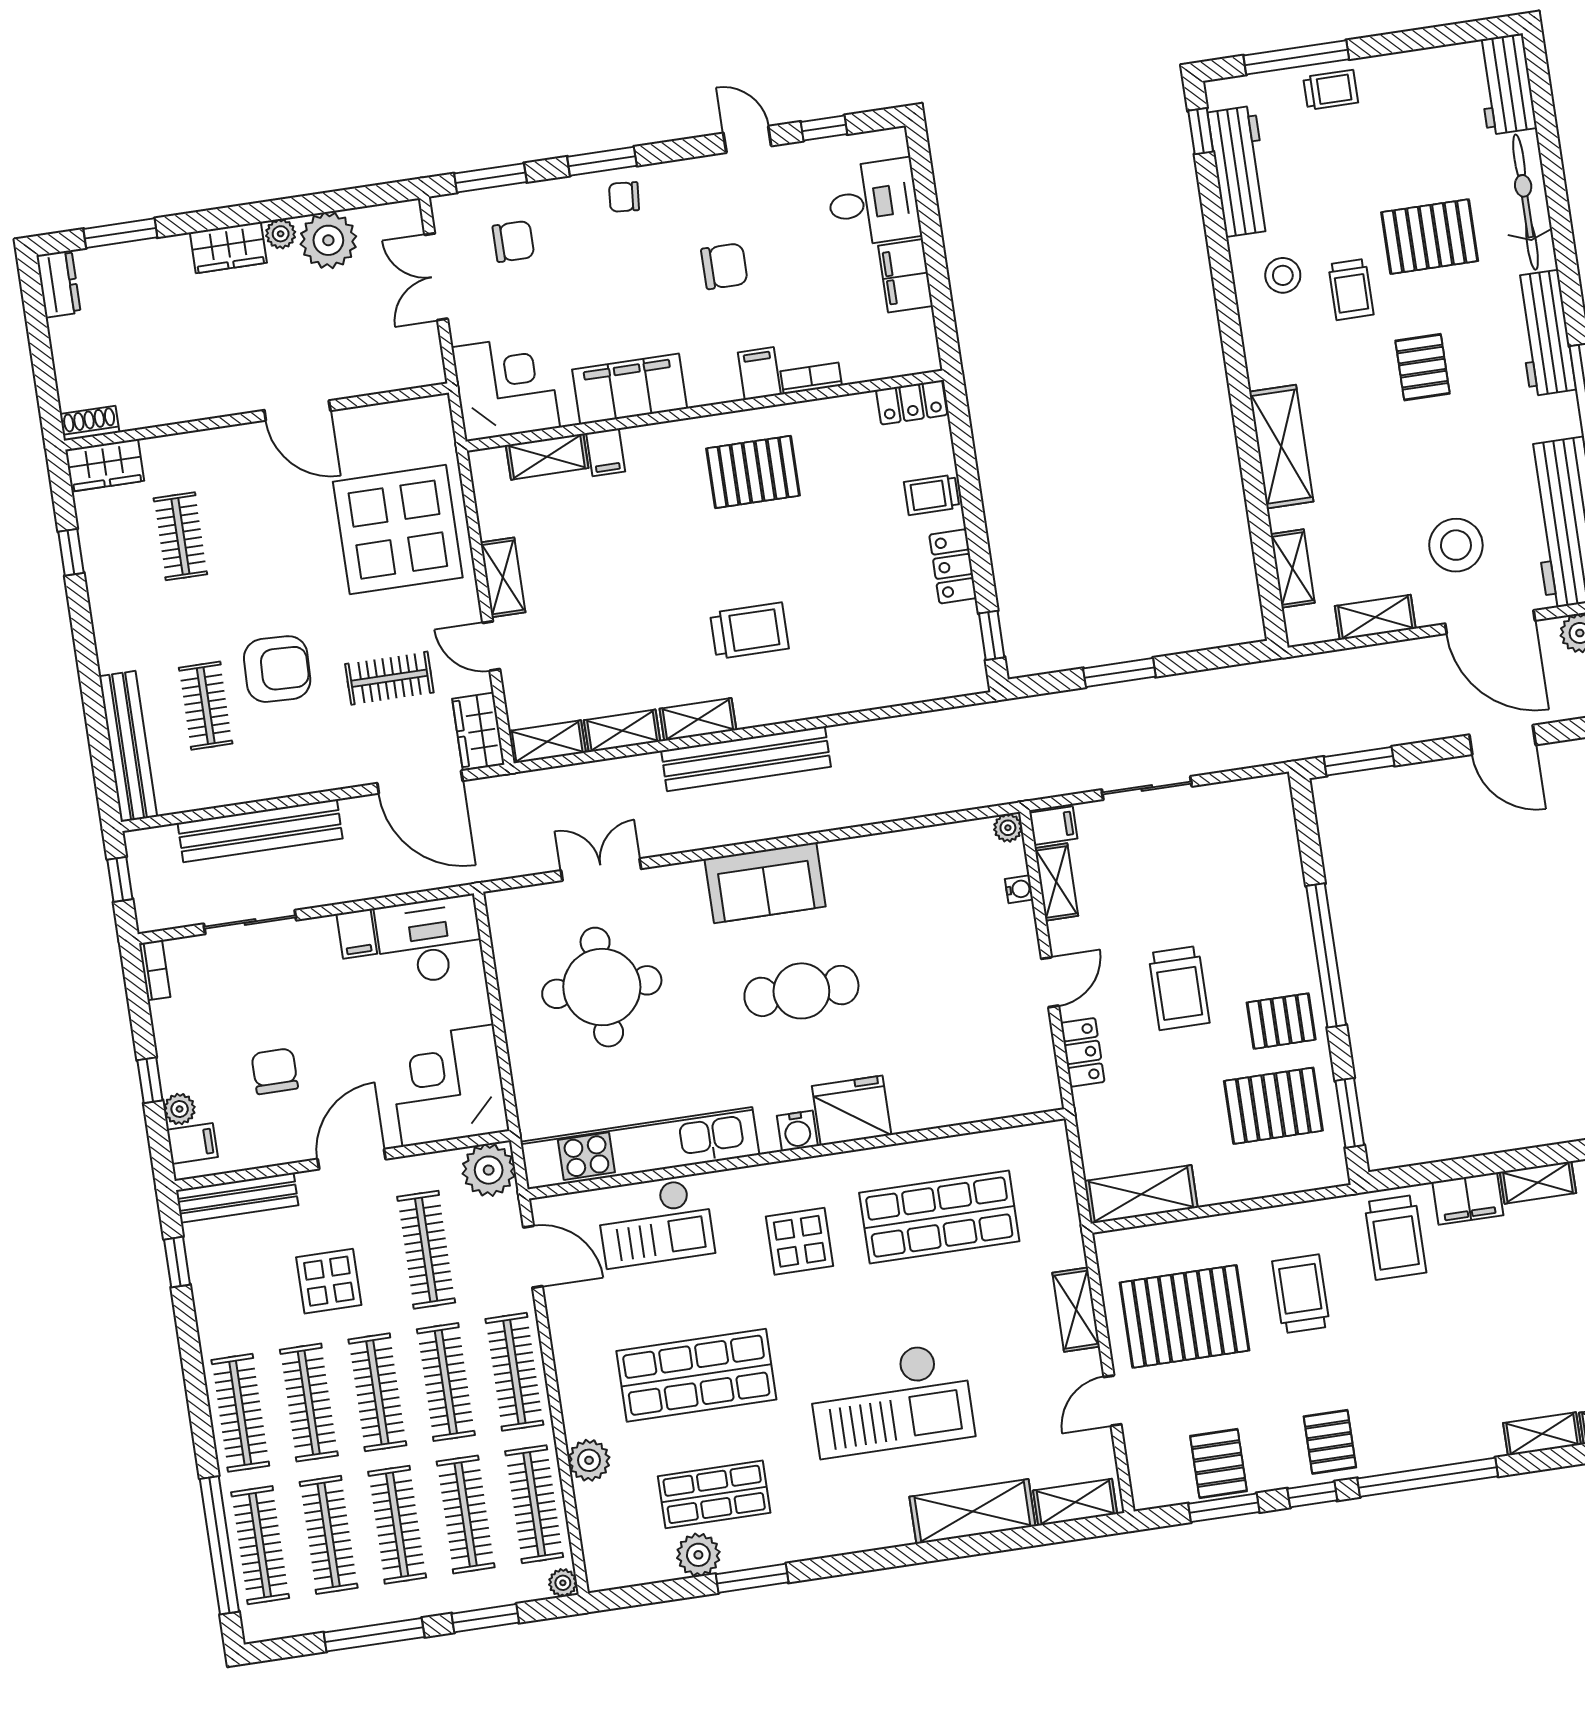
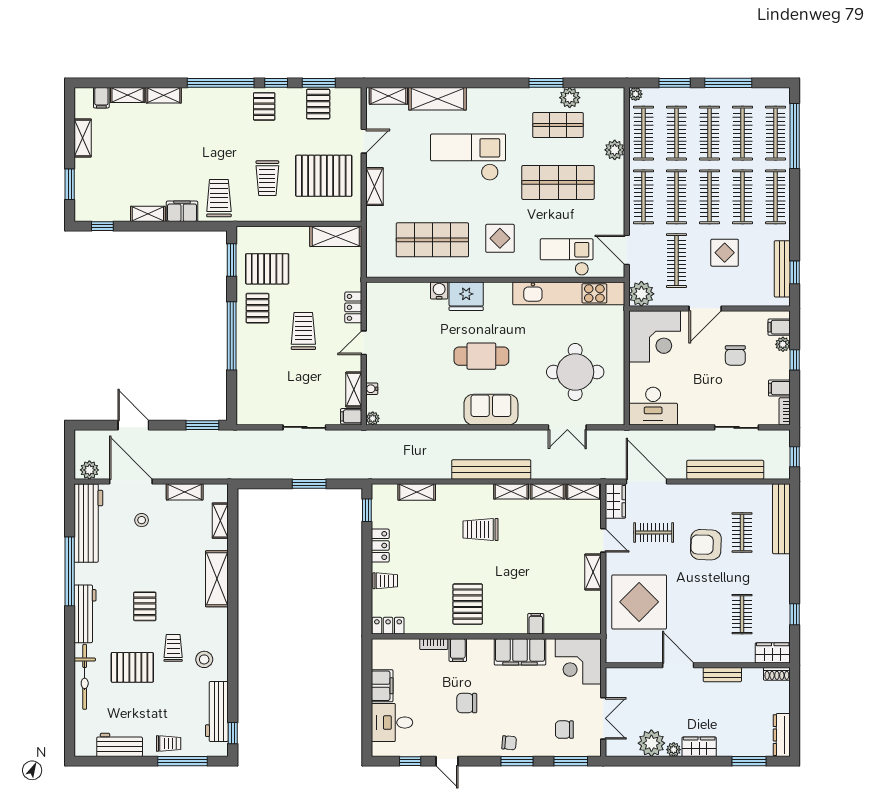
workbench: (1506, 85) -> (120, 745), moved, turned -90
trolley: (1331, 90) -> (169, 743), turned 180
dresser: (58, 284) -> (782, 735), width x1.44
bench: (203, 405) -> (722, 675), added
shelving: (547, 457) -> (417, 492), moved
pallet: (753, 472) -> (468, 604), turned 90
stool: (1456, 545) -> (142, 520), width x0.53, depth x0.53
filing cabinet: (357, 934) -> (779, 388), moved, turned -90
pallet: (1281, 1021) -> (257, 308), turned 90
water cooler: (797, 1131) -> (439, 290), moved
bench: (237, 1198) -> (782, 269), moved, turned 90

